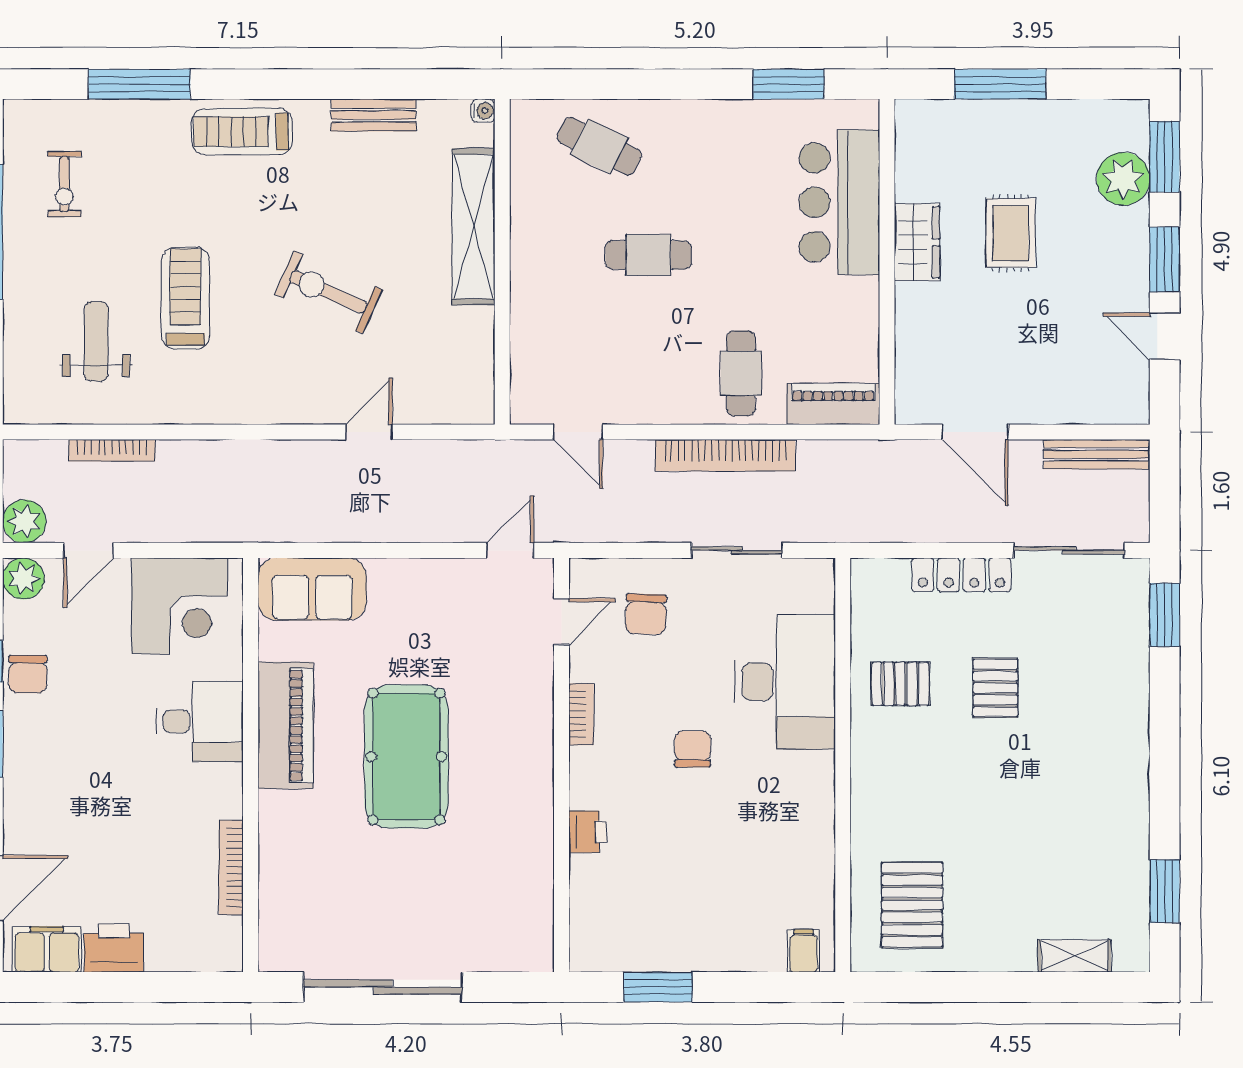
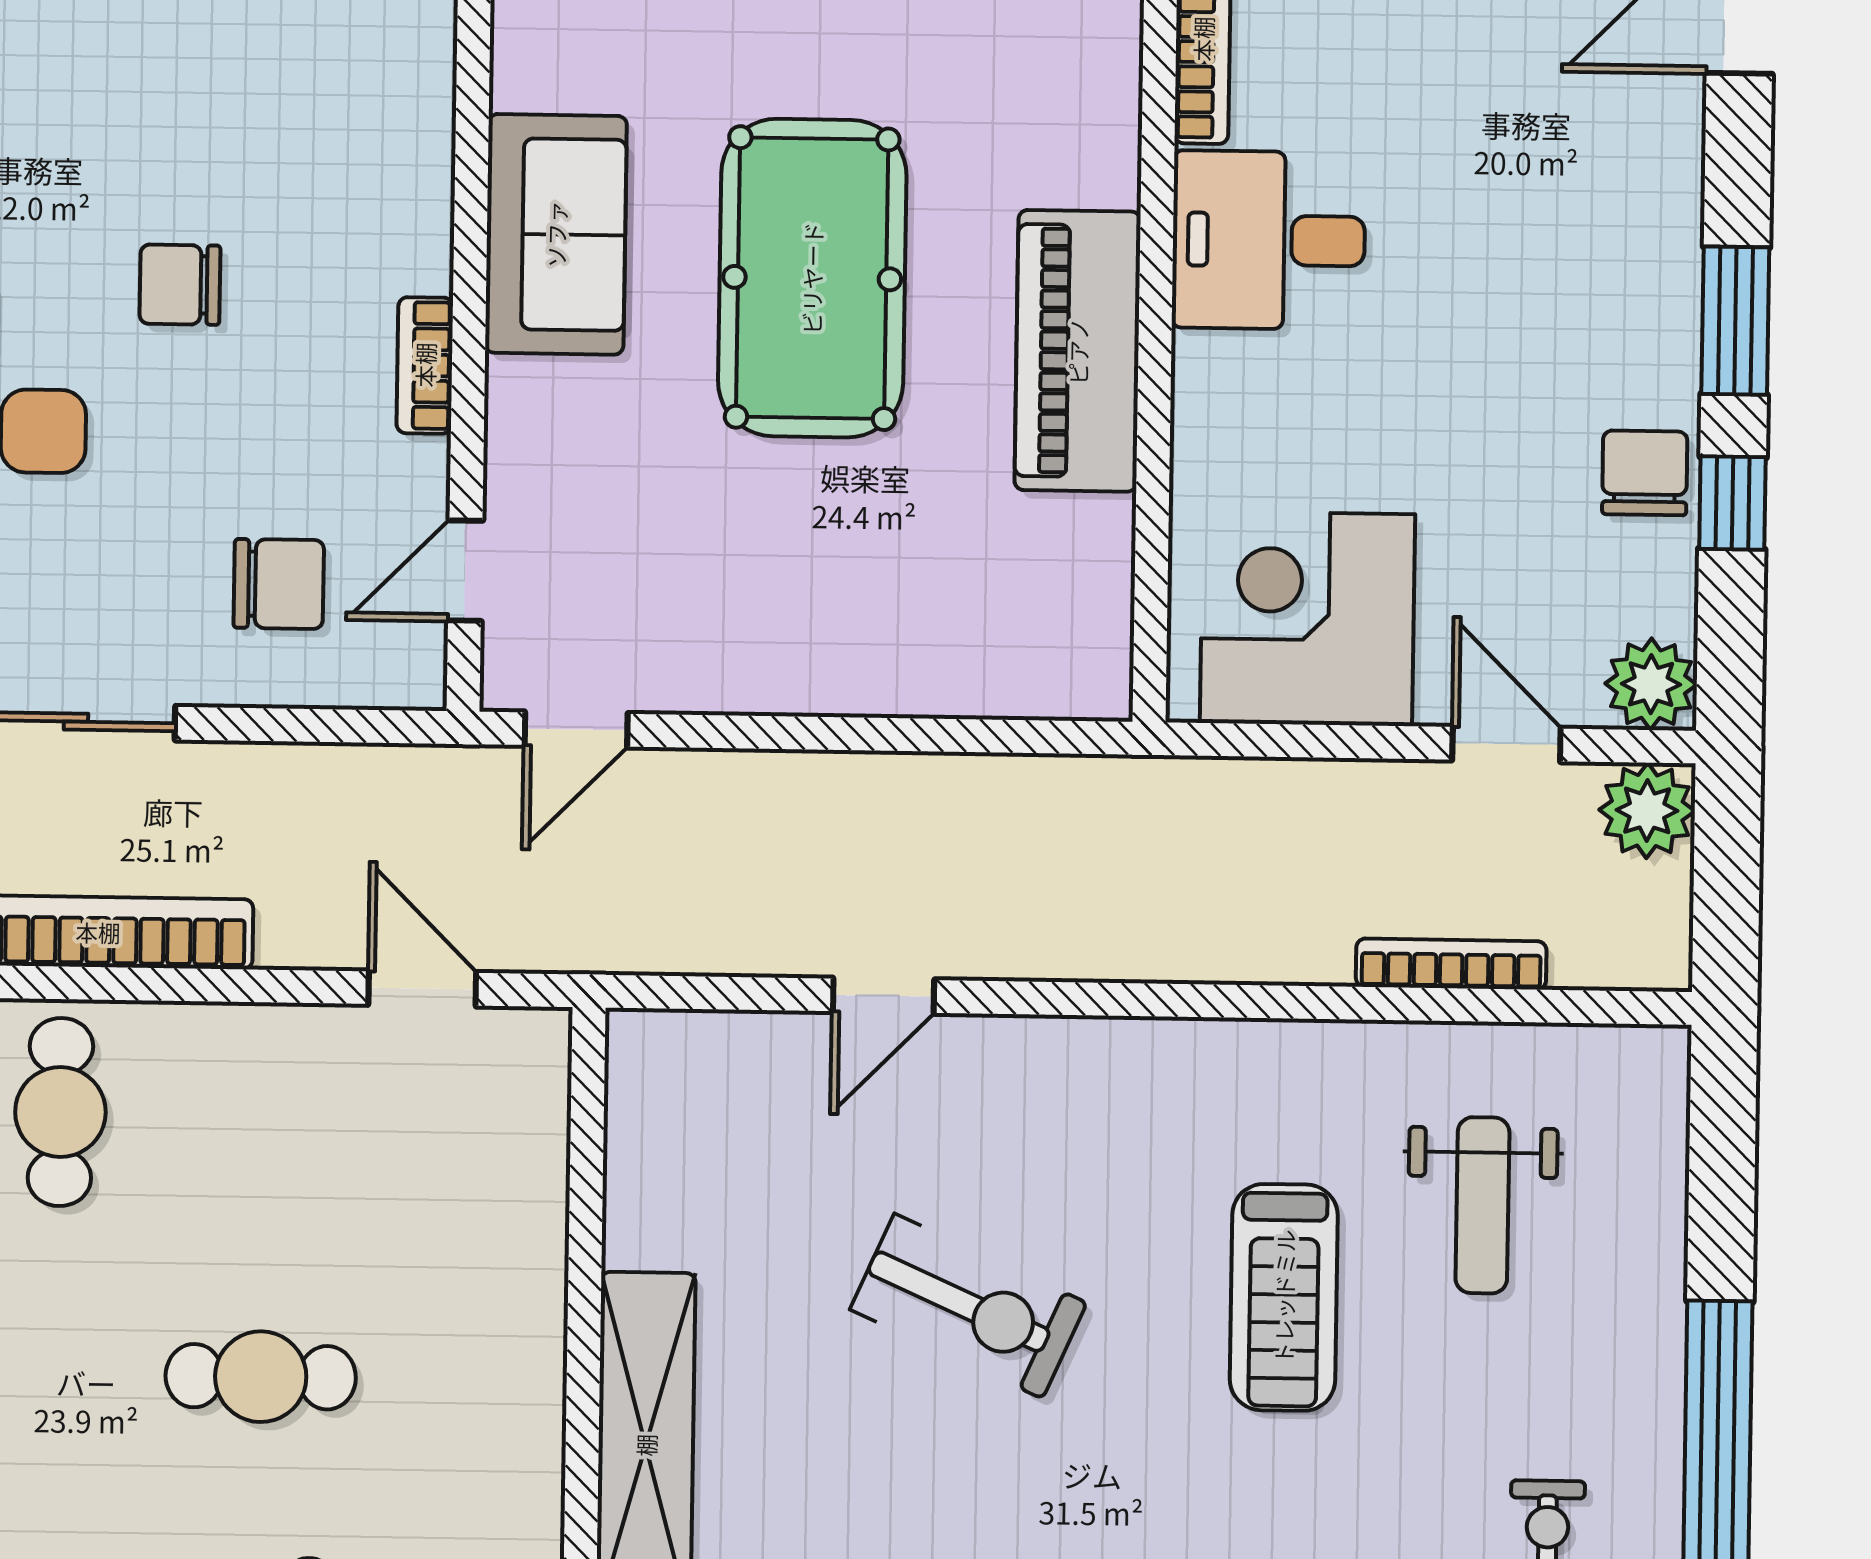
door: (89, 550) -> (1506, 744), hinge flipped
sofa: (312, 589) -> (556, 234), moved, turned 90
chair: (646, 614) -> (279, 584), turned 88
desk: (200, 721) -> (1269, 240), moved
chair: (693, 749) -> (180, 285), turned 90
printer: (588, 832) -> (414, 106), removed

